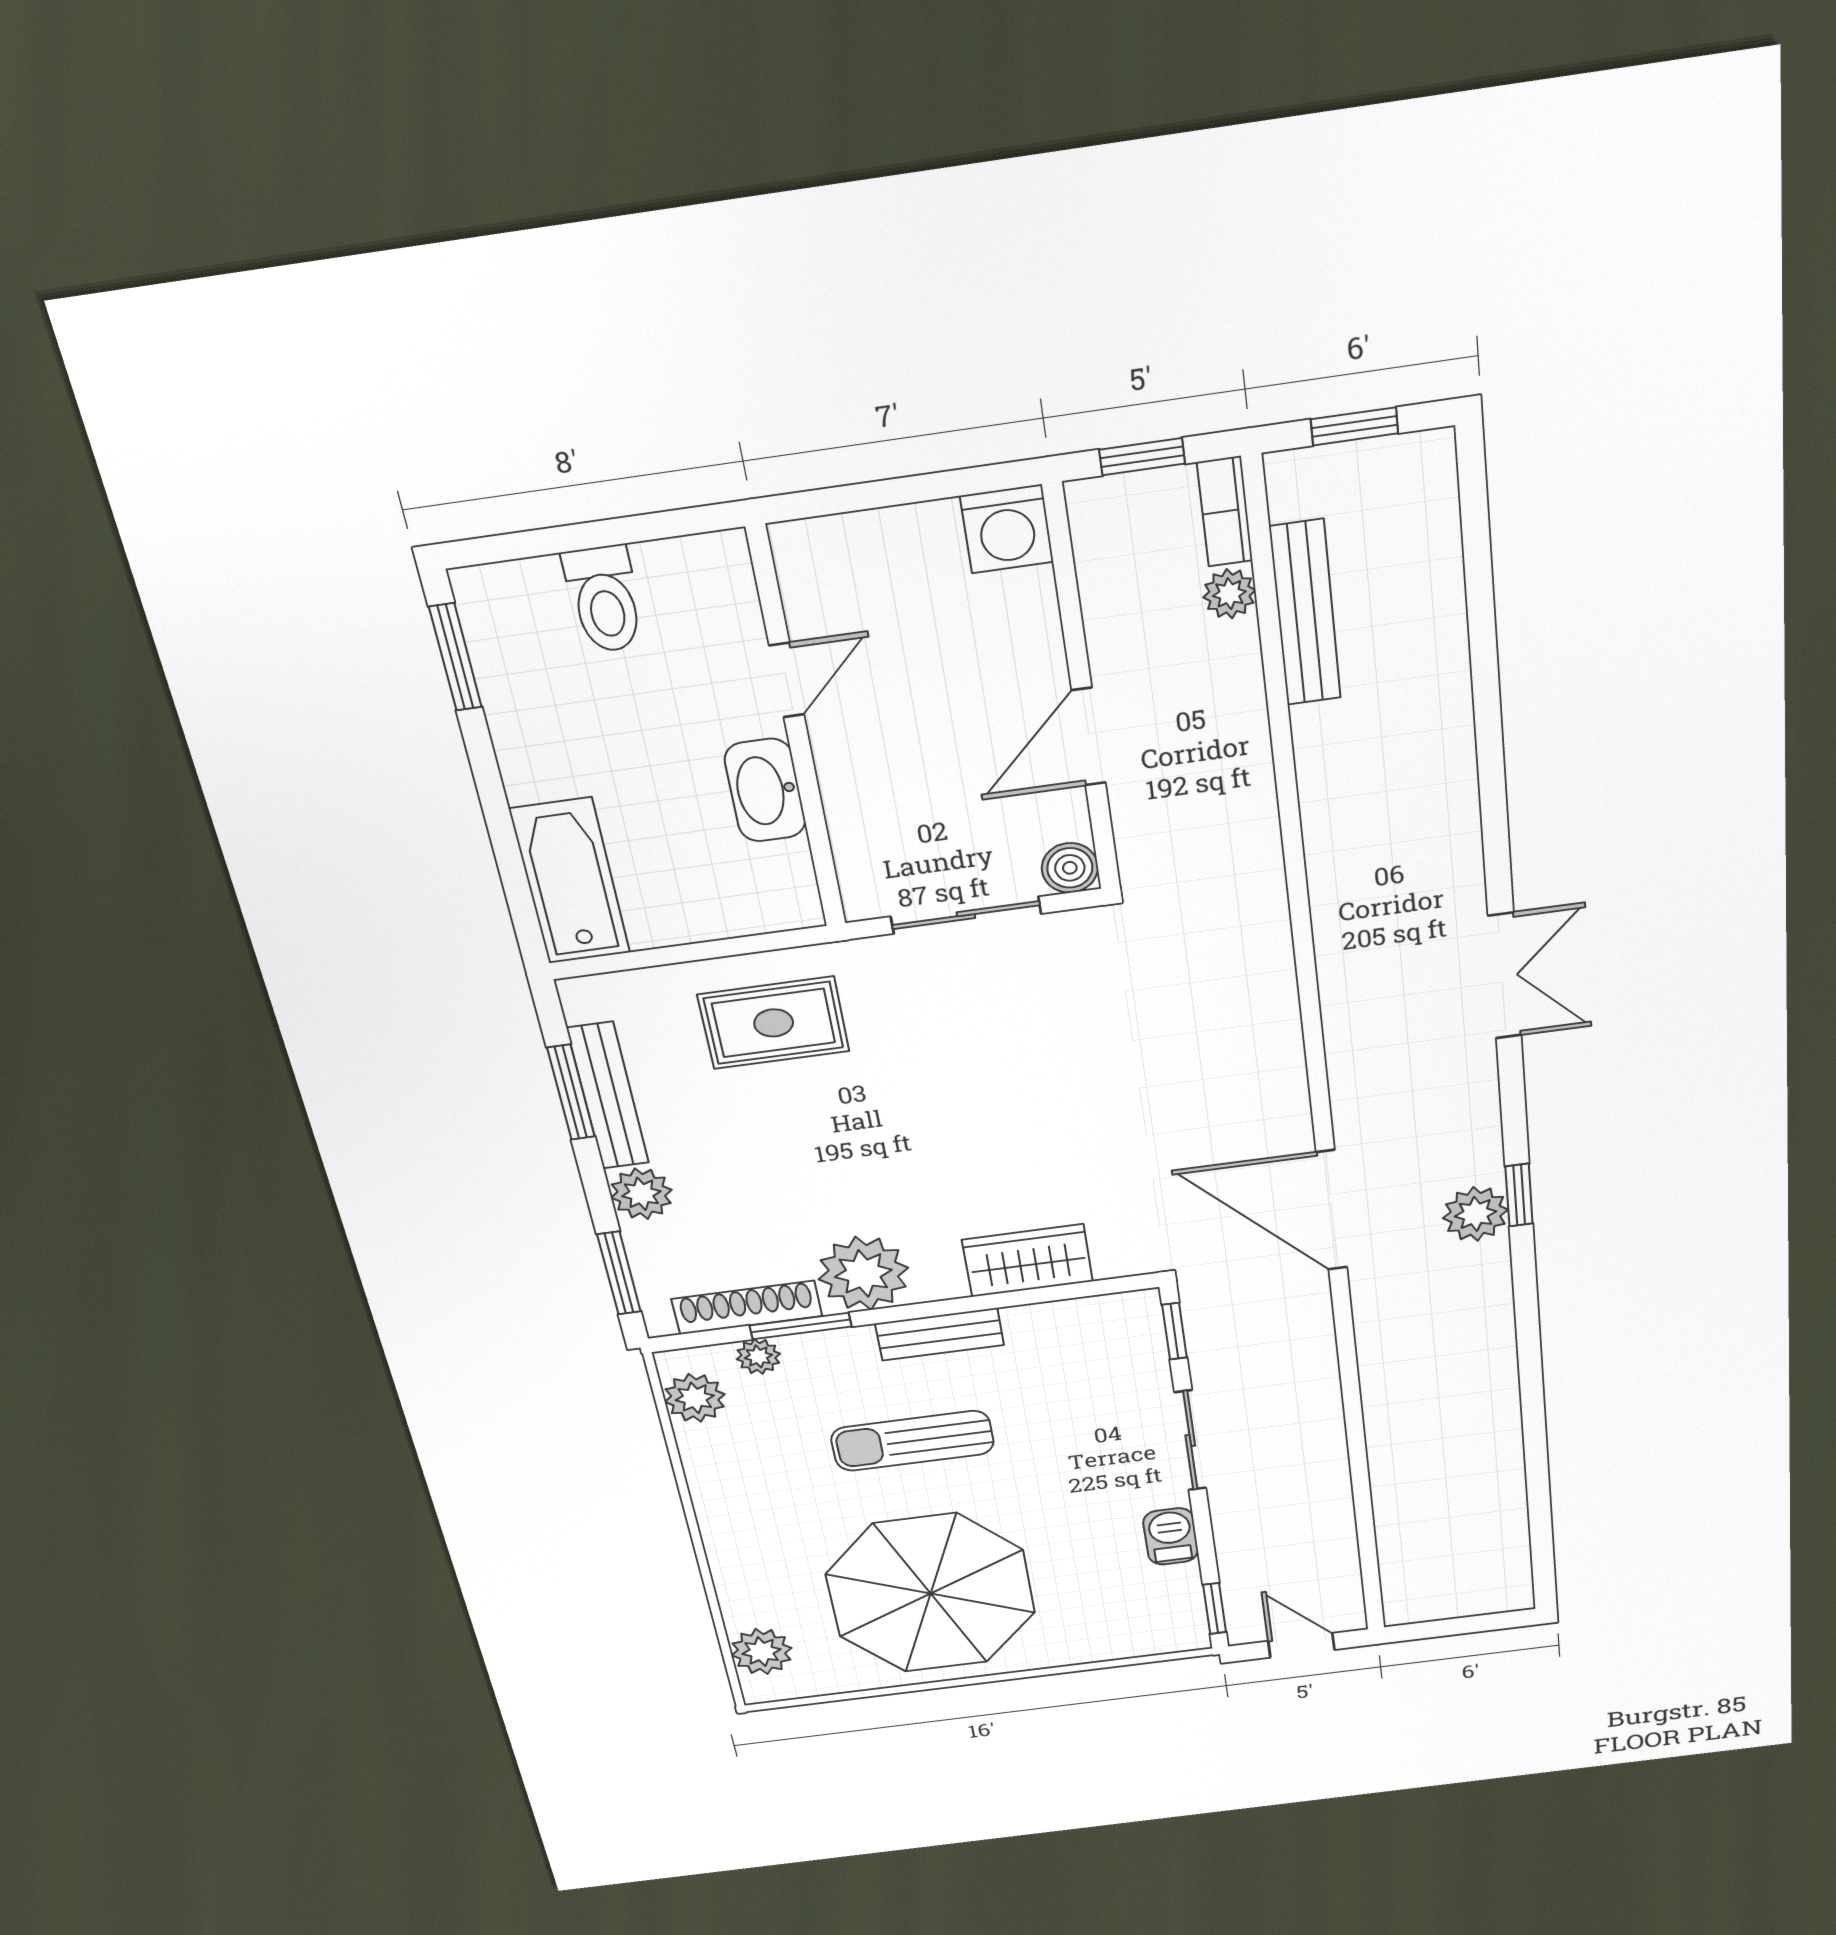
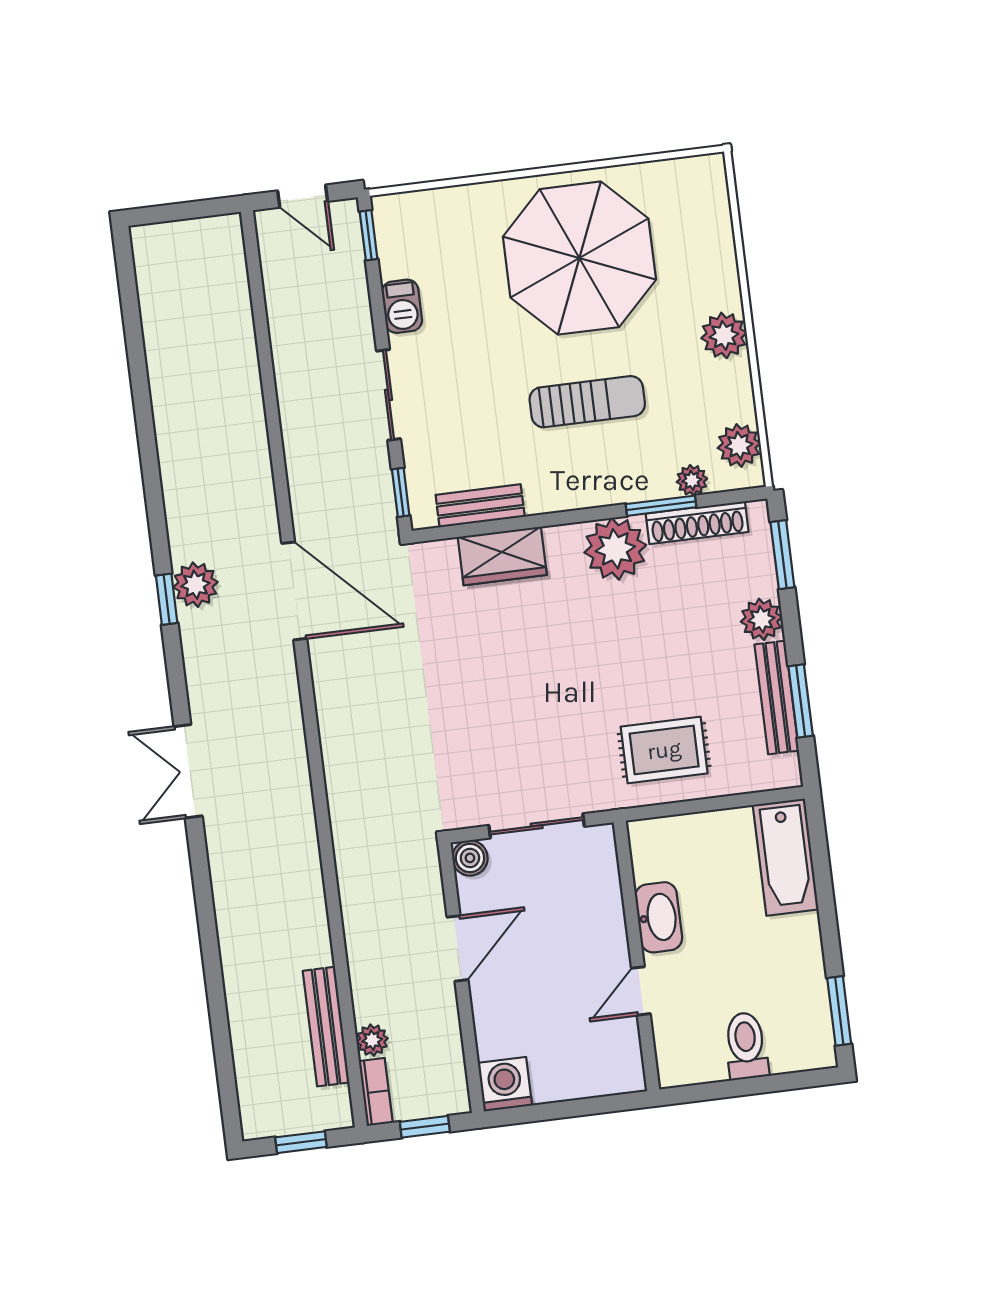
bench: (940, 1334) -> (480, 506), moved
plant: (762, 1652) -> (724, 335), moved

